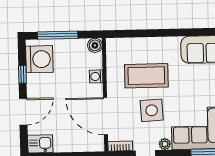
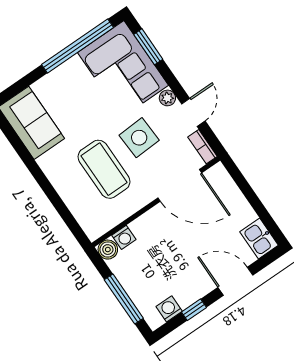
washing machine: (39, 59) -> (169, 309), width x0.53, depth x0.53
washing machine: (96, 76) -> (124, 237), moved
door: (105, 116) -> (180, 185), hinge flipped

